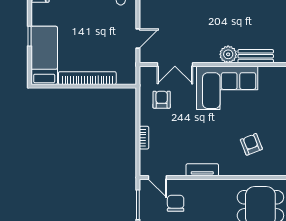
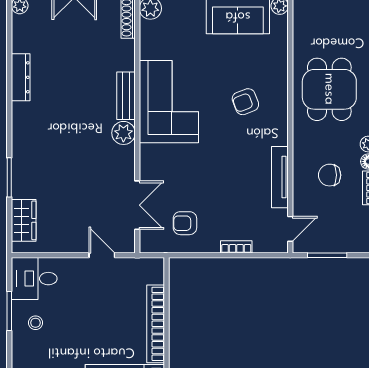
corner sofa: (227, 88) -> (169, 102), moved
tv unit: (202, 170) -> (280, 177), width x1.41
chair: (176, 203) -> (330, 175), moved

